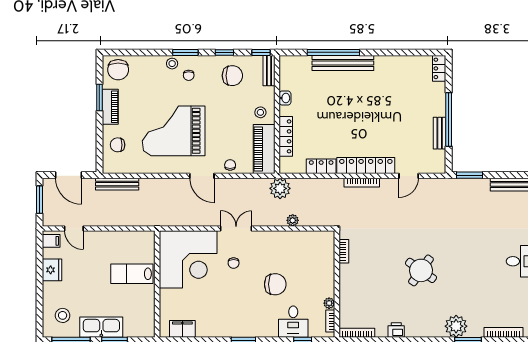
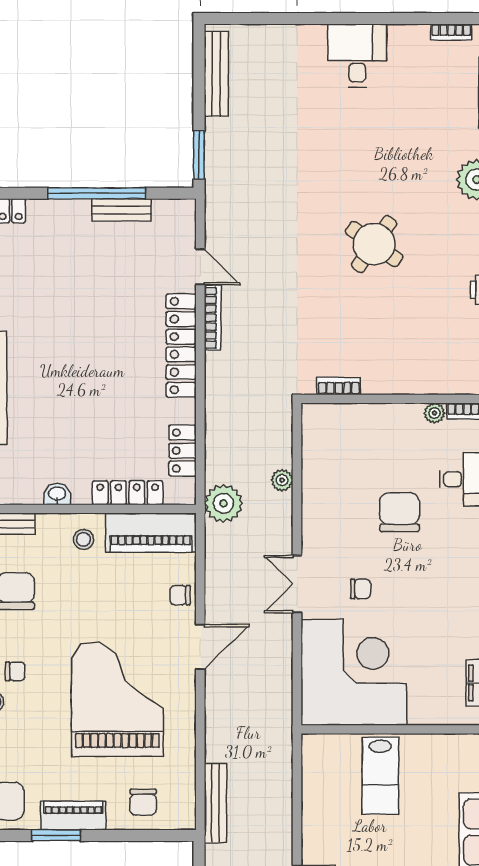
grand piano: (174, 131) -> (117, 699), turned 180
locker: (321, 166) -> (183, 451), moved
bookcase: (362, 183) -> (213, 318), moved

